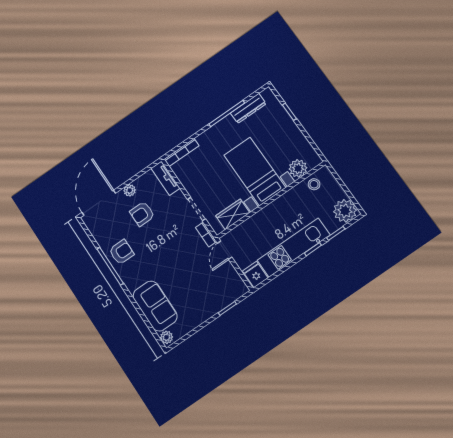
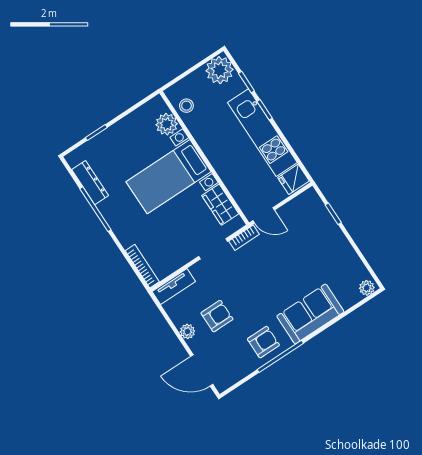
door: (99, 203) -> (202, 370), width x0.73
armchair: (142, 214) -> (217, 316), turned -90
armchair: (122, 252) -> (263, 342), turned 90
sofa: (155, 306) -> (310, 314), moved

